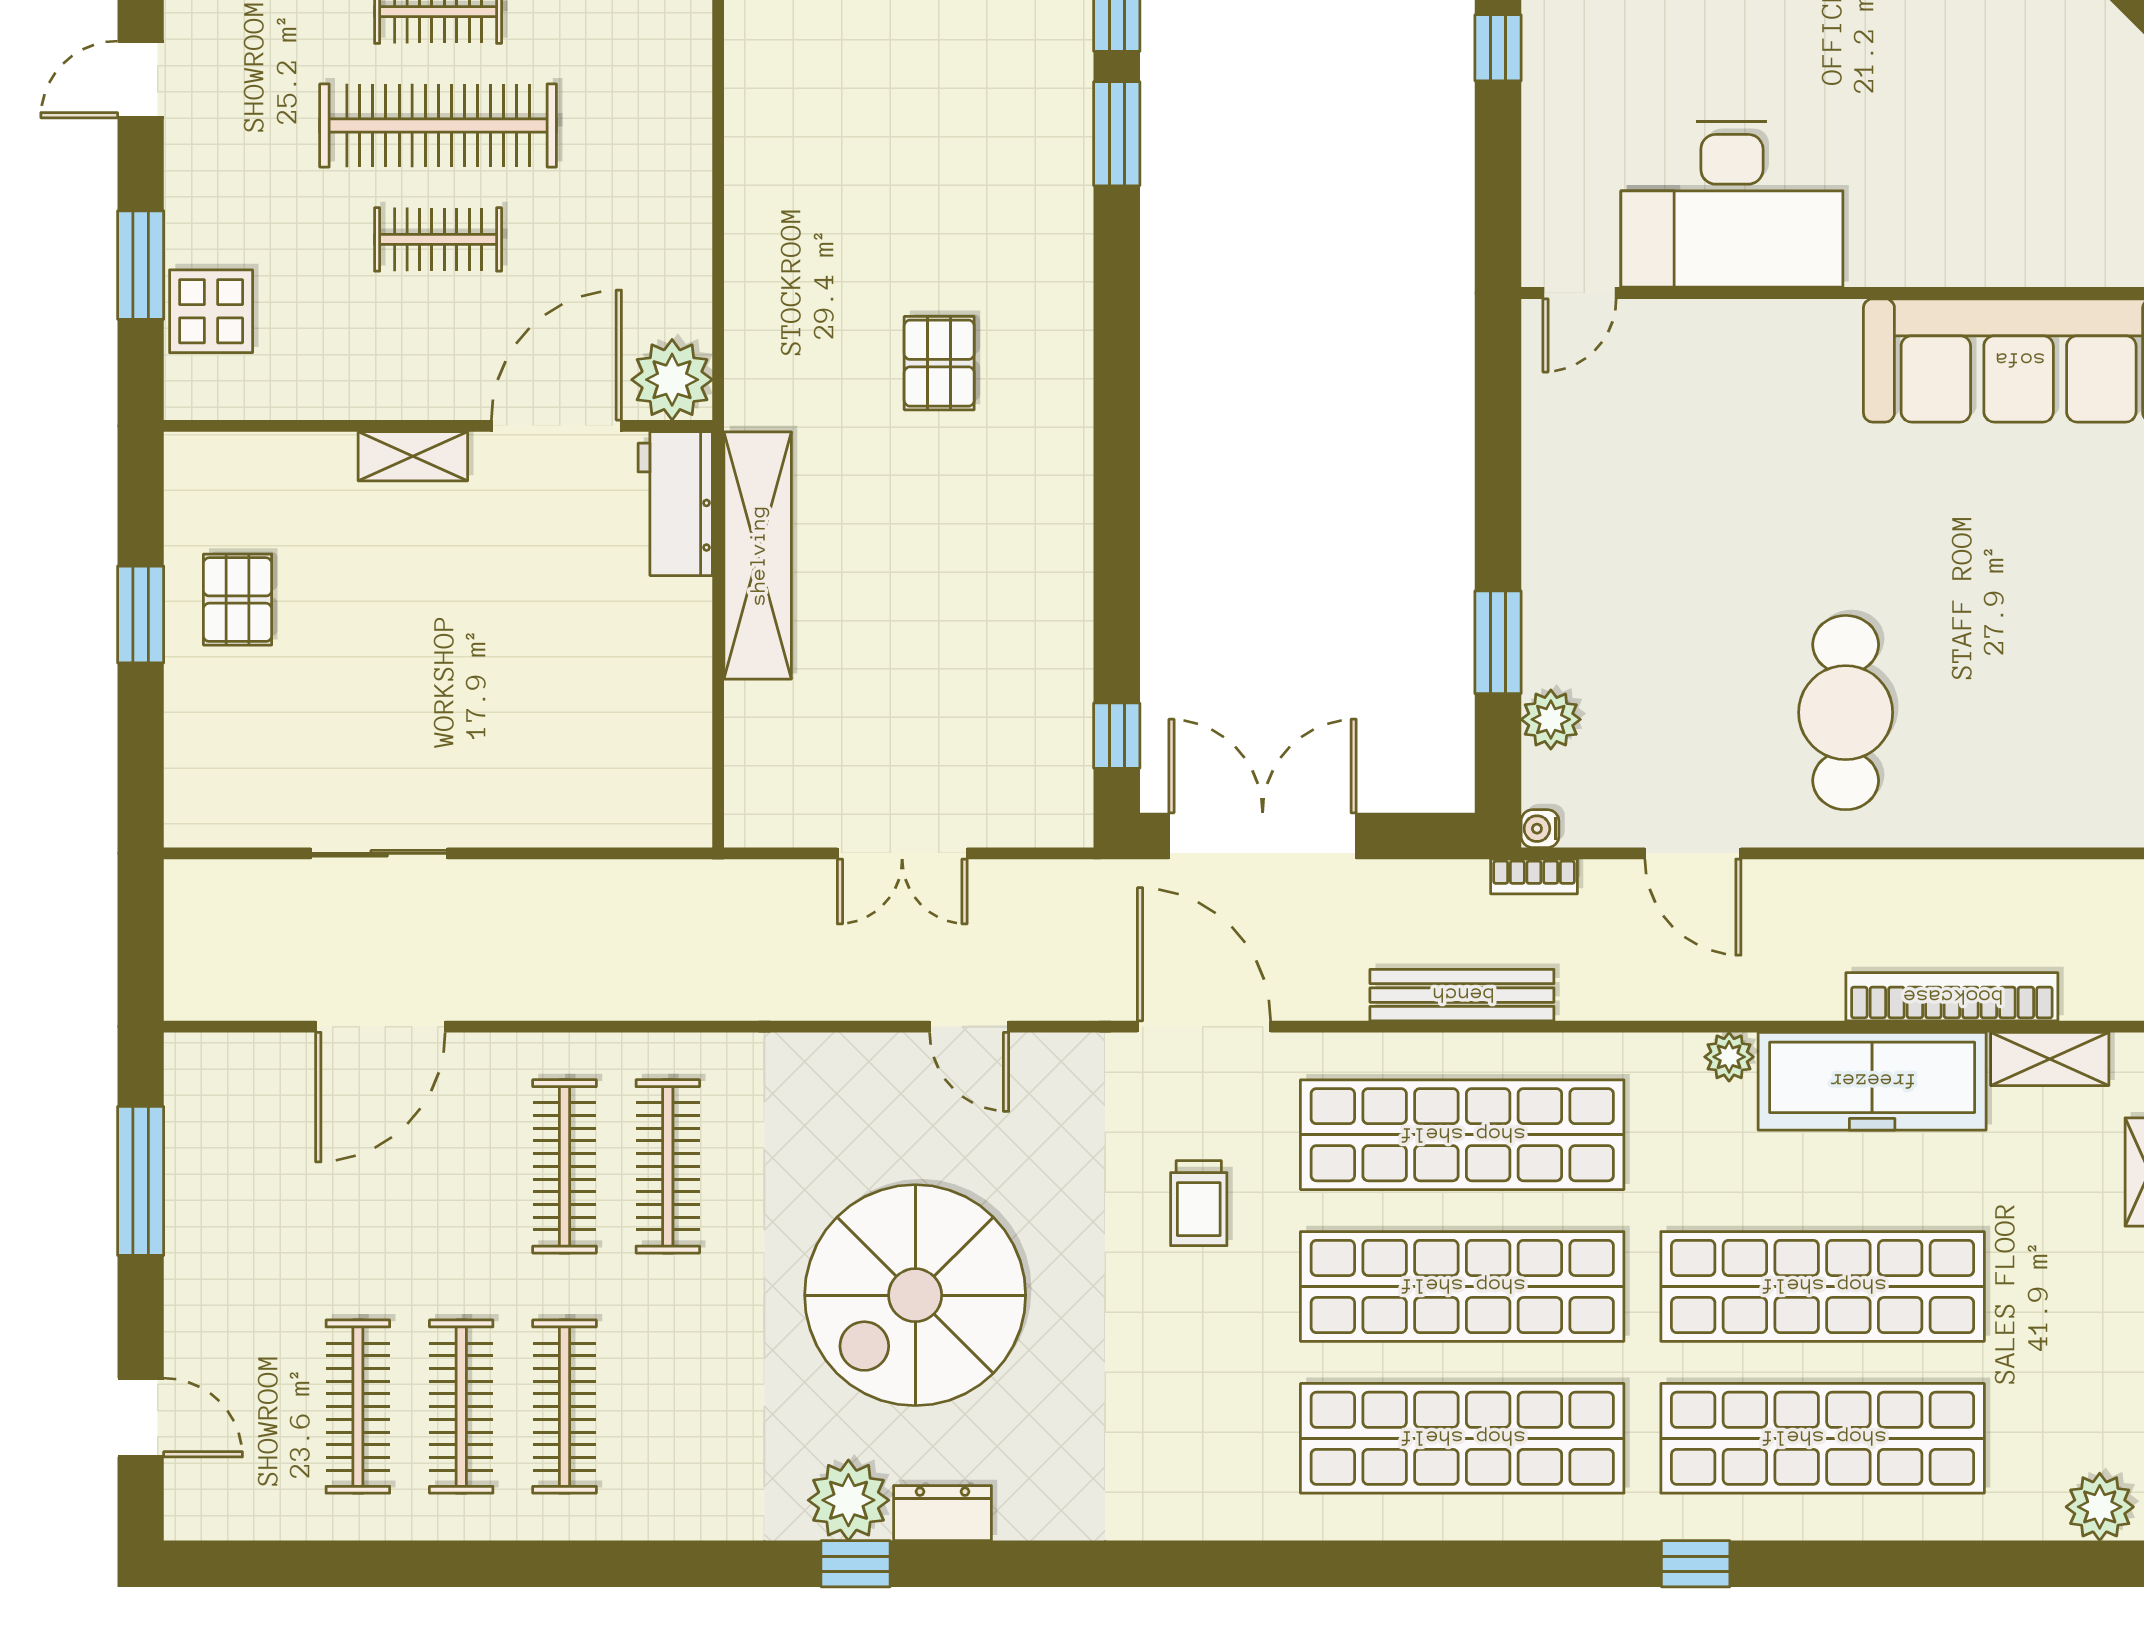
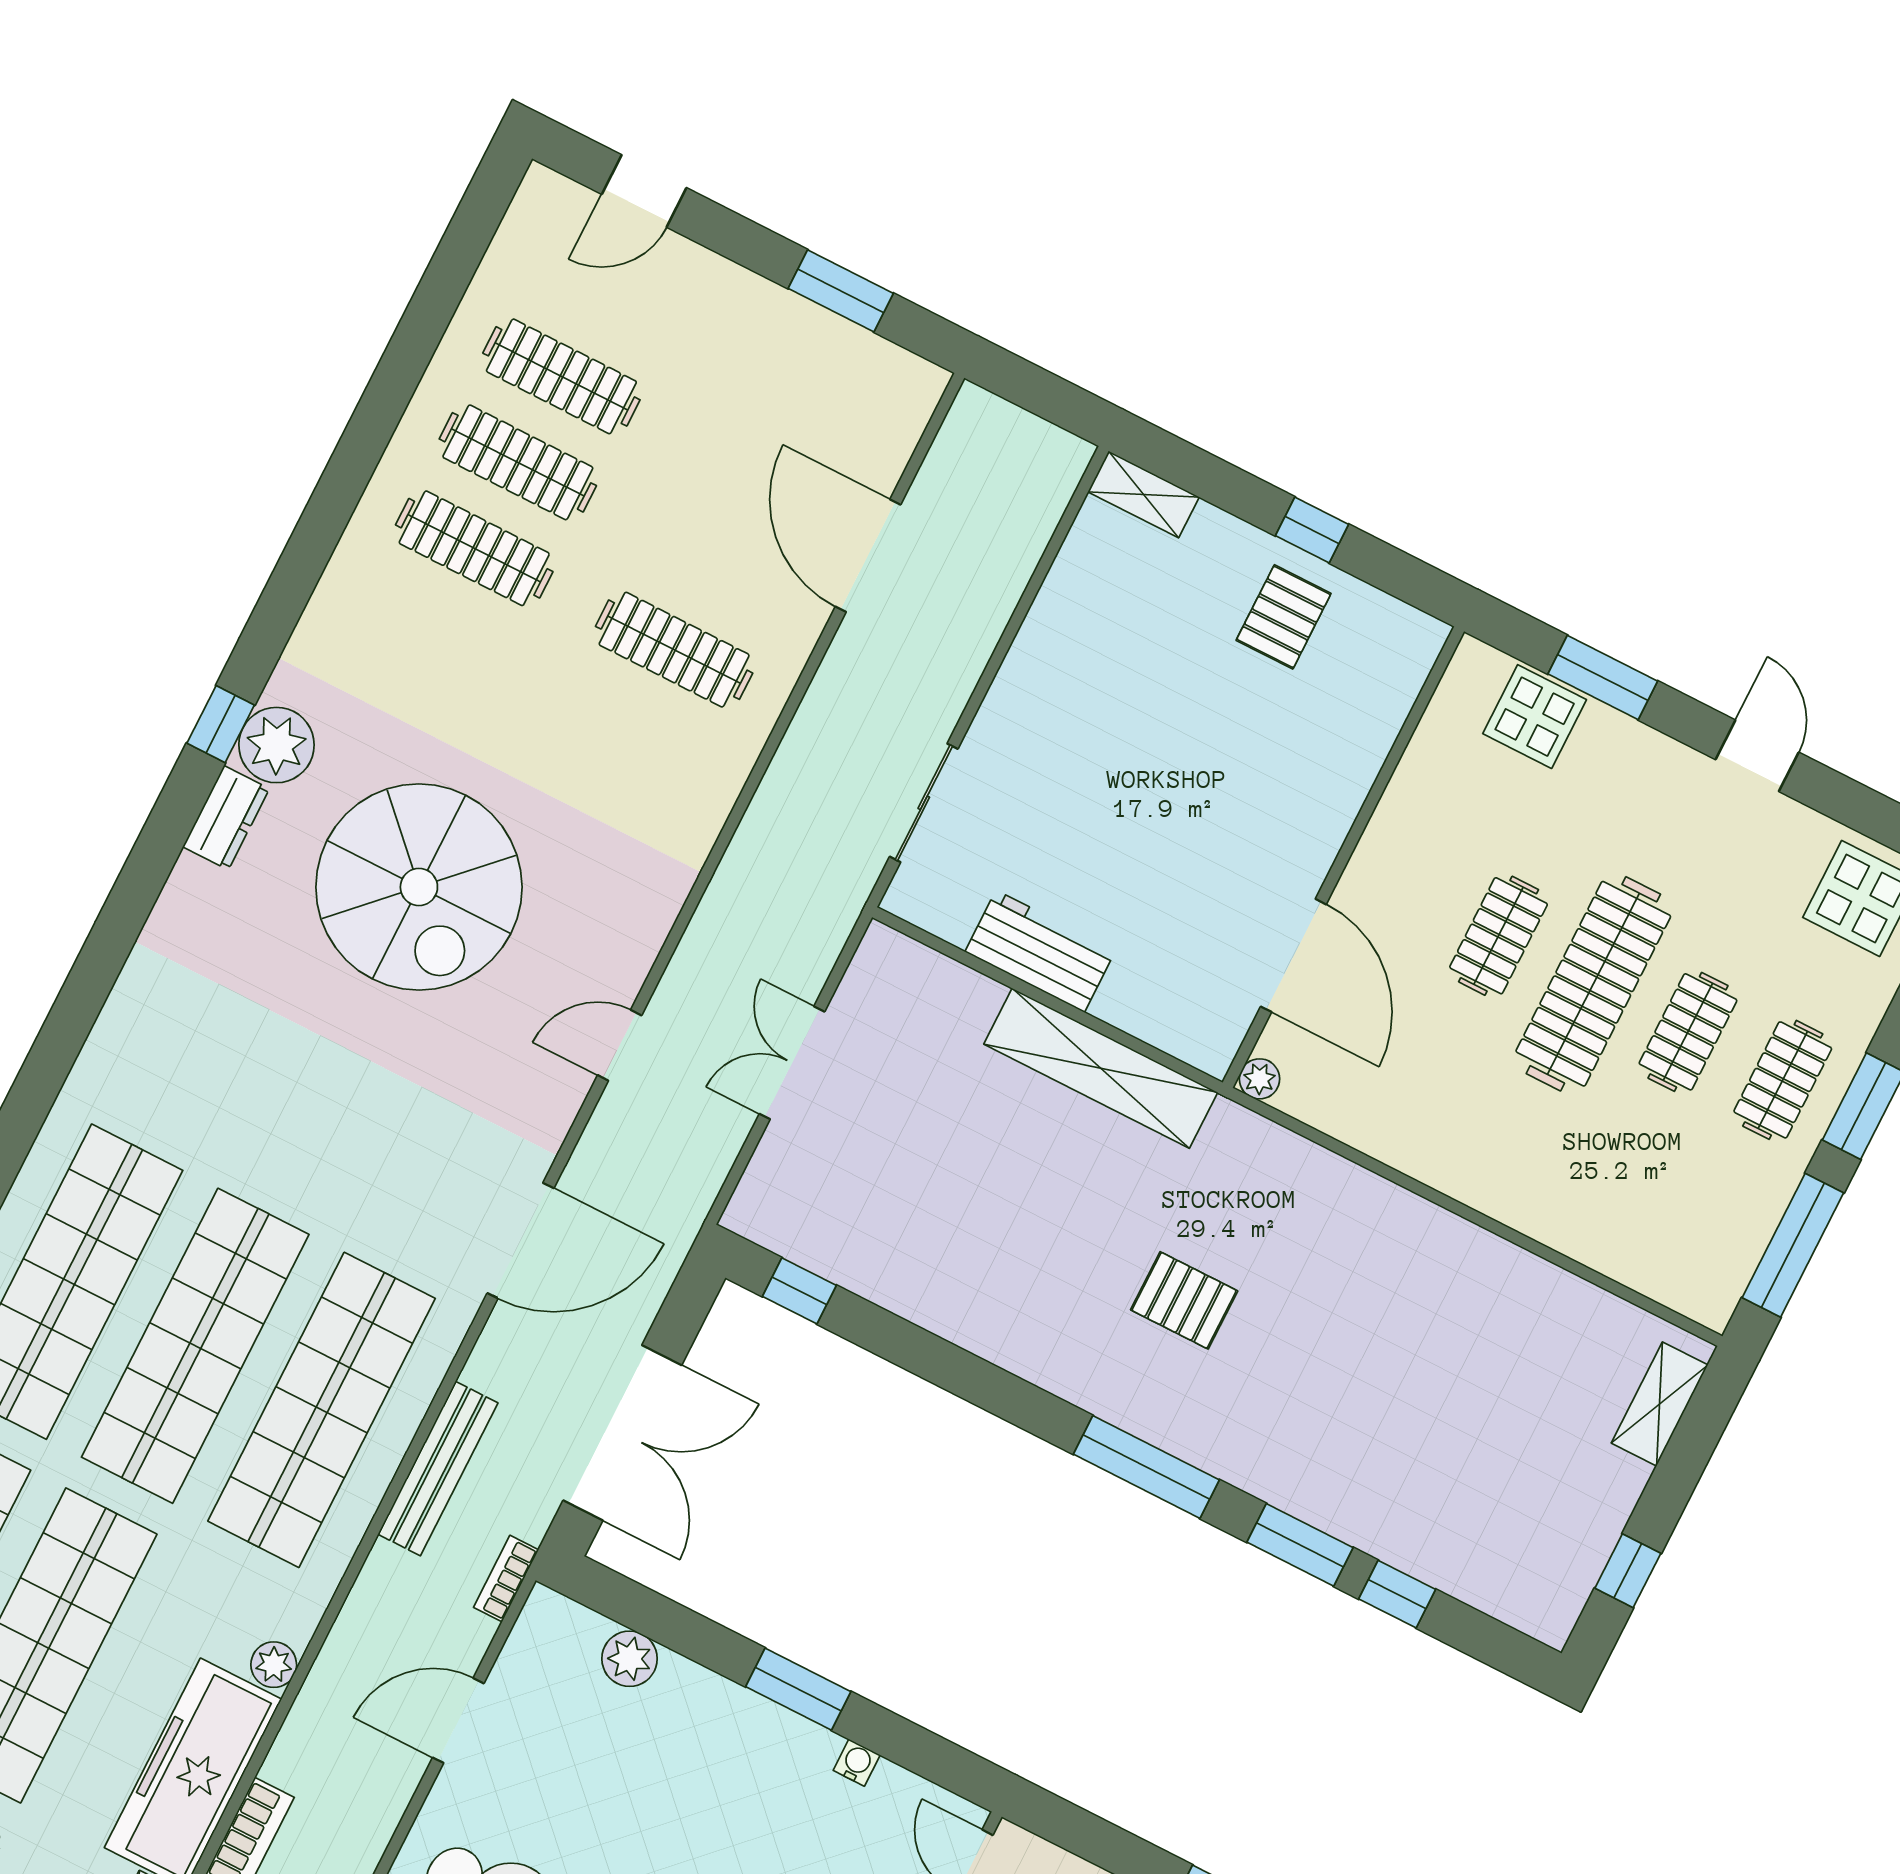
window: (1117, 318) -> (1146, 1467), added
plant: (672, 380) -> (1259, 1079), width x0.53, depth x0.53
shelving: (413, 456) -> (1144, 494), moved, turned 90
workbench: (675, 504) -> (1040, 951), moved
pallet: (238, 600) -> (1284, 617), turned 90
window: (141, 615) -> (1312, 530), width x0.67
window: (1498, 642) -> (798, 1689), moved
water cooler: (1540, 829) -> (857, 1763), moved
double door: (1263, 836) -> (622, 1433), moved
sliding door: (379, 853) -> (924, 803), moved
clothes rail: (668, 1166) -> (630, 736), removed
window: (141, 1181) -> (841, 291), width x0.69
trolley: (1199, 1203) -> (376, 1162), removed
spiral stairs: (915, 1295) -> (419, 887), turned 180

